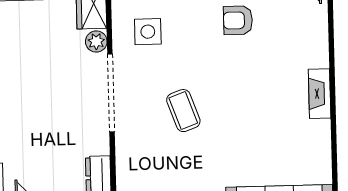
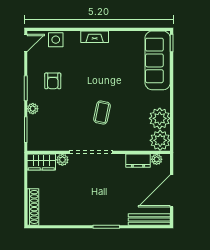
side table: (148, 32) -> (56, 40), moved
coffee table: (183, 111) -> (102, 112), turned -58

